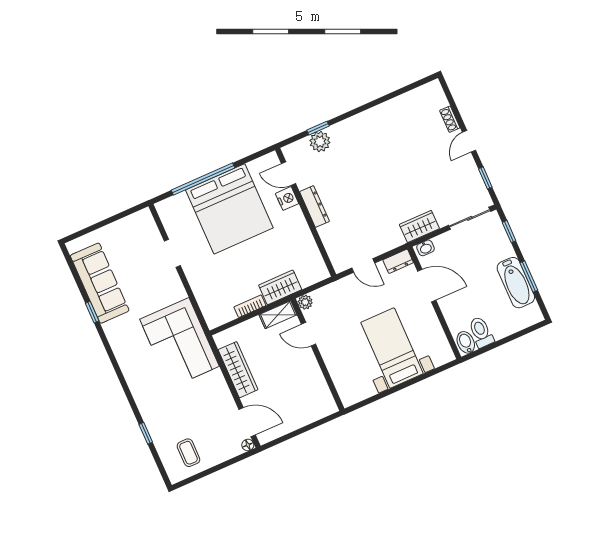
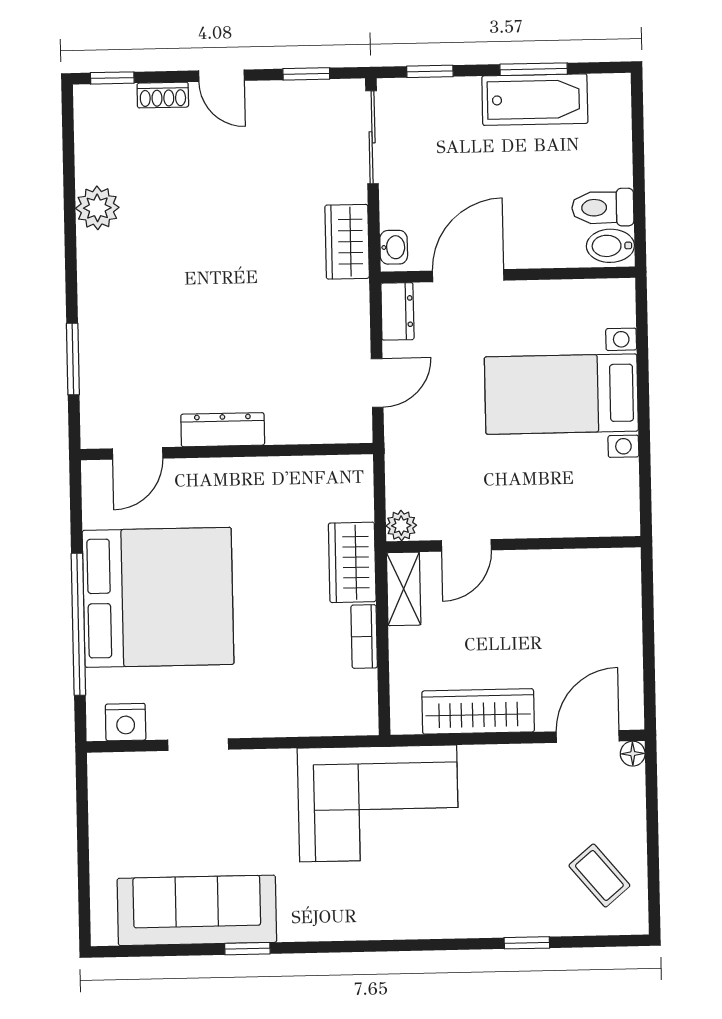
window: (448, 94) -> (112, 78), added
window: (318, 128) -> (73, 359), width x1.50
plant: (320, 142) -> (97, 208), moved
nightstand: (287, 198) -> (126, 722), moved, turned 180
coffee table: (188, 453) -> (599, 876), turned 50

